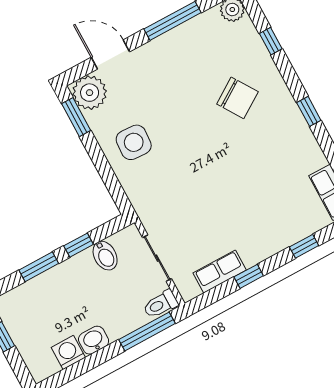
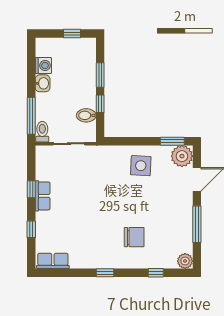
chair: (237, 98) -> (134, 237), turned -147
row of seats: (220, 272) -> (43, 196), moved

